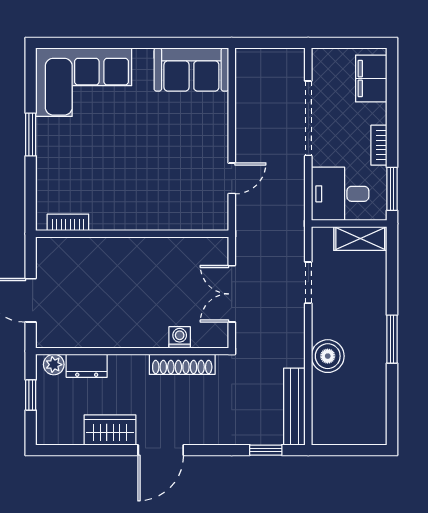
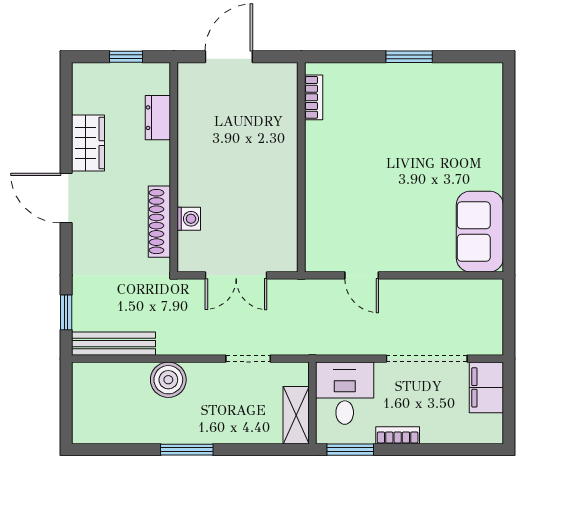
filing cabinet: (371, 78) -> (486, 387), moved, turned -90
corner sofa: (84, 82) -> (466, 114), removed
double door: (232, 294) -> (236, 275), swing flipped
plant: (54, 365) -> (159, 82), removed

